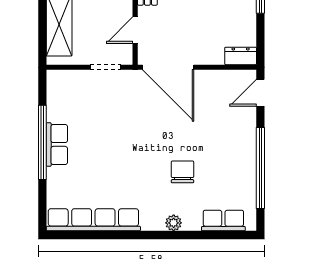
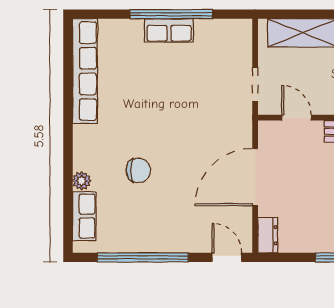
door: (168, 67) -> (255, 177), moved
plant: (174, 223) -> (82, 181), moved

